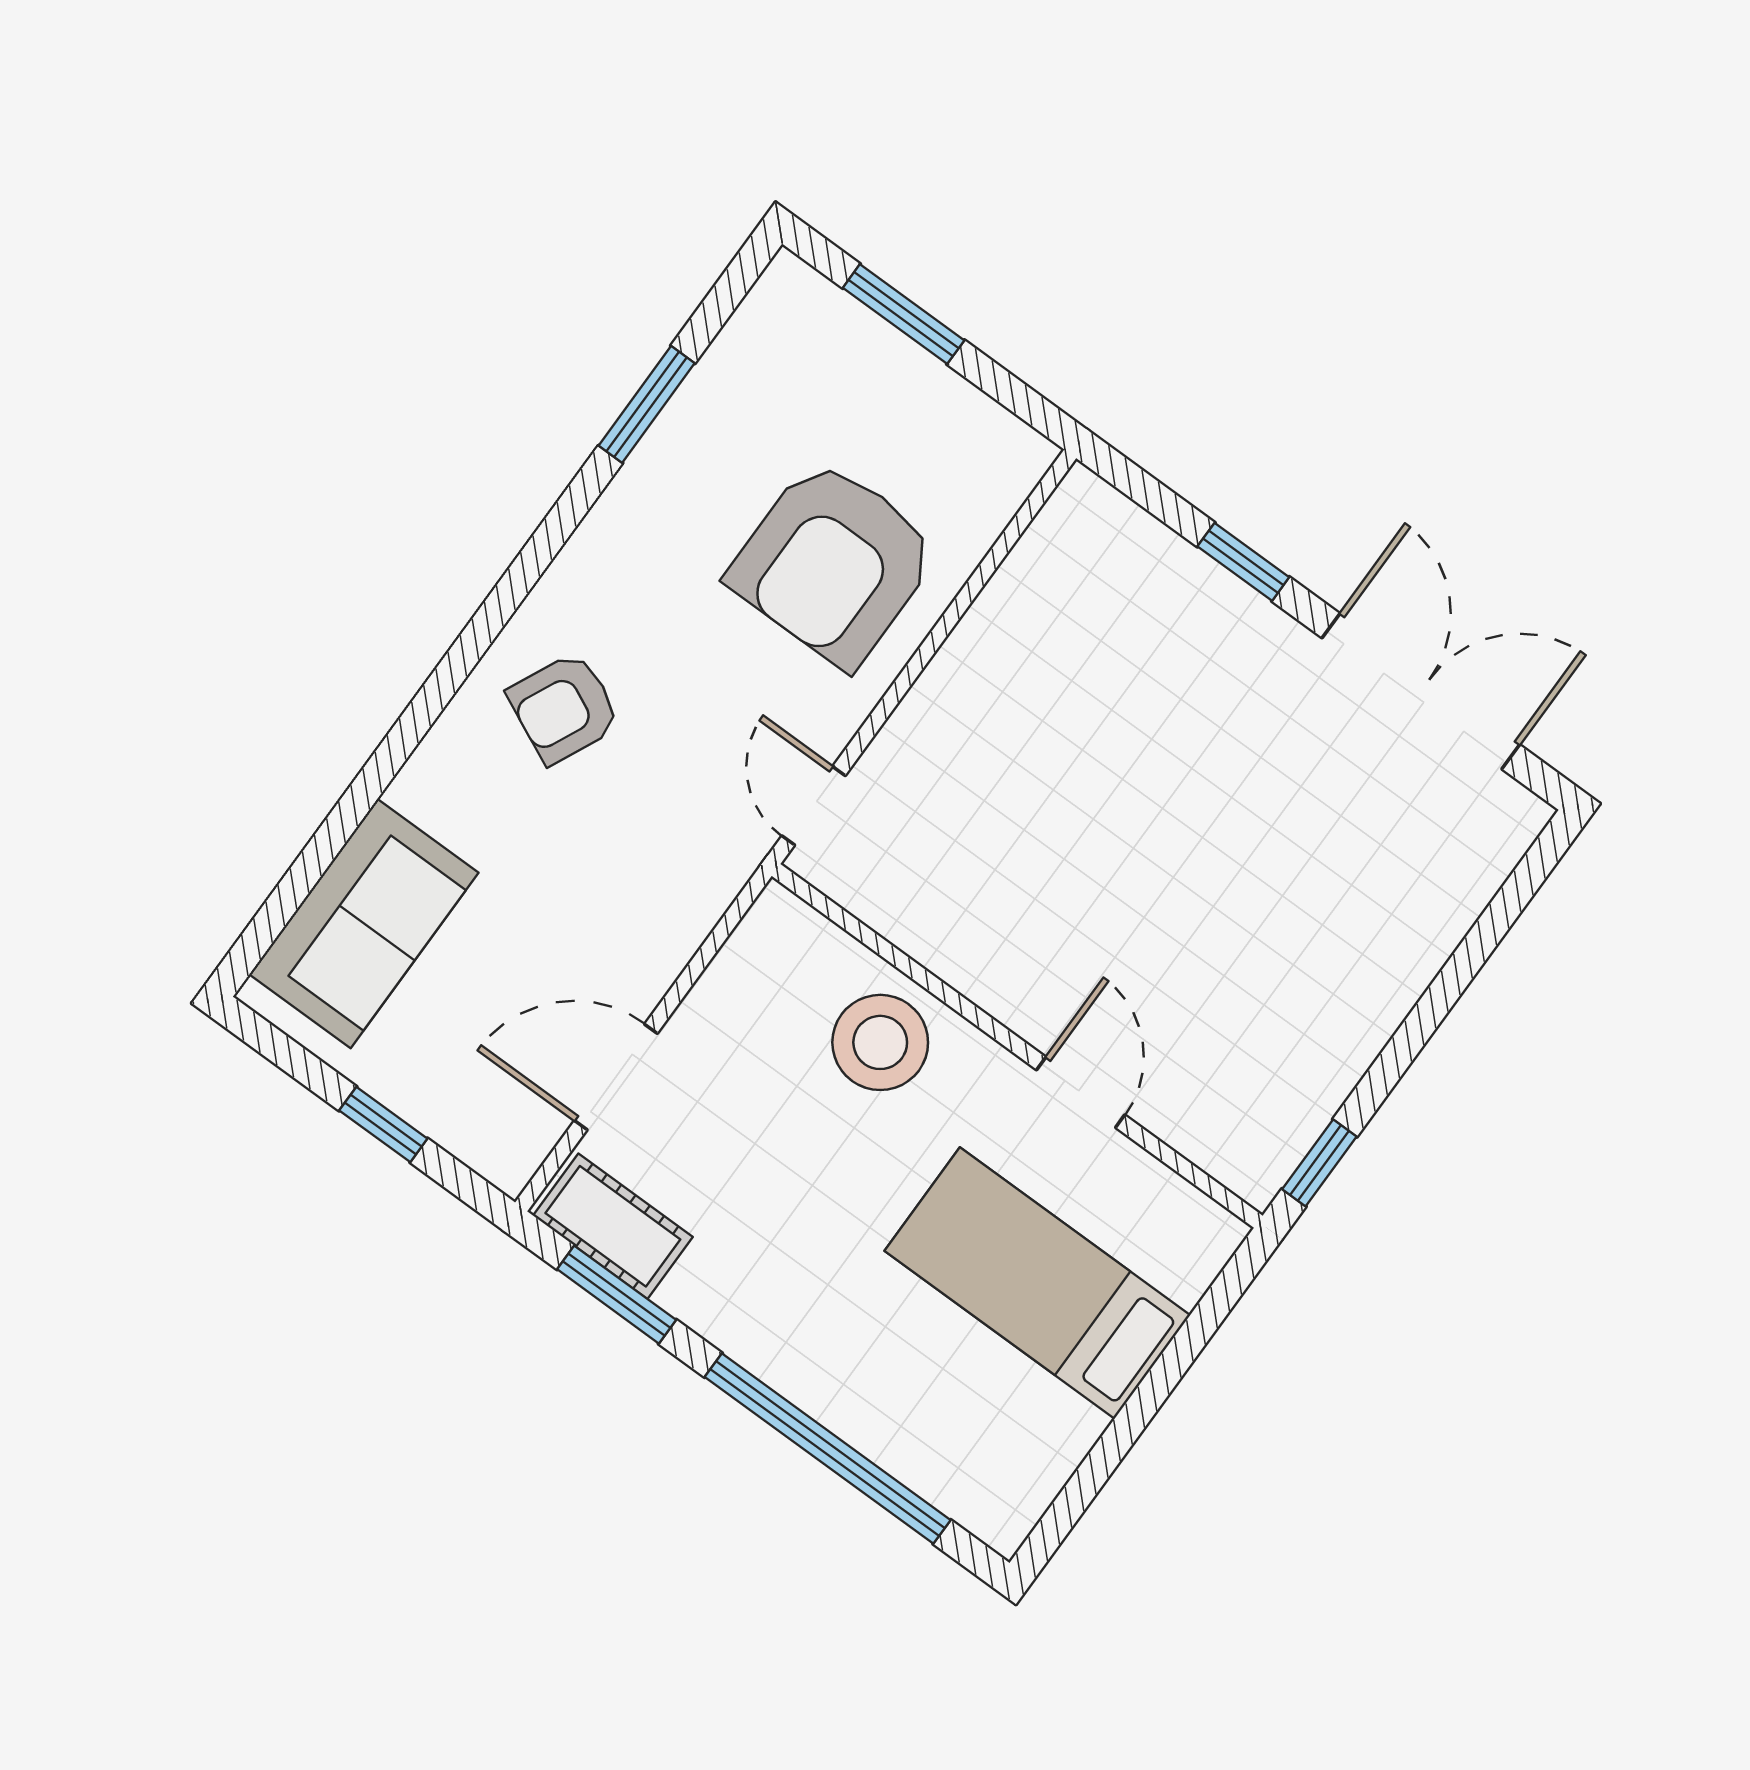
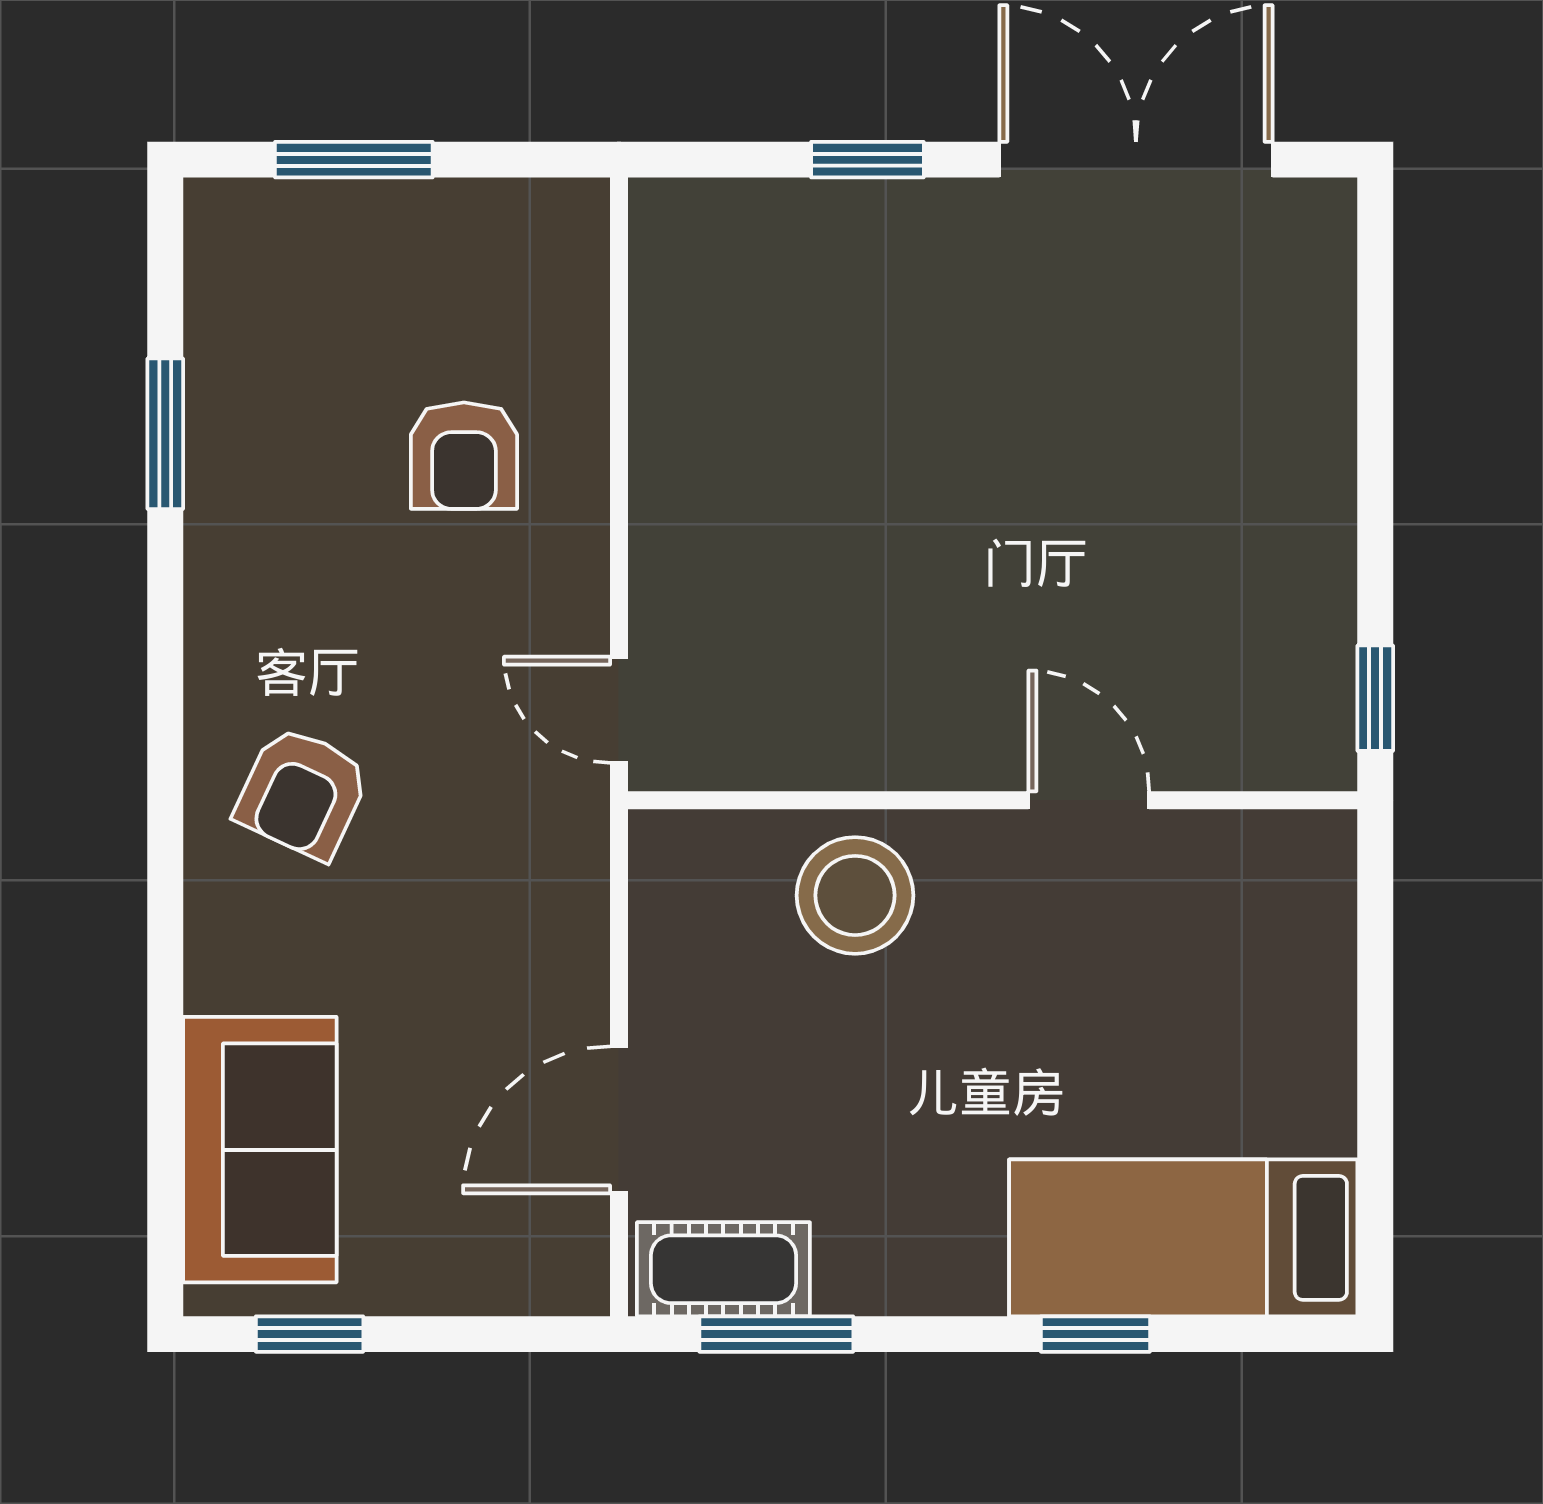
armchair: (834, 563) -> (464, 456), width x0.53, depth x0.53
window: (383, 1125) -> (310, 1334), moved
bed: (1037, 1283) -> (1183, 1238), moved
window: (828, 1449) -> (1095, 1334), width x0.32

